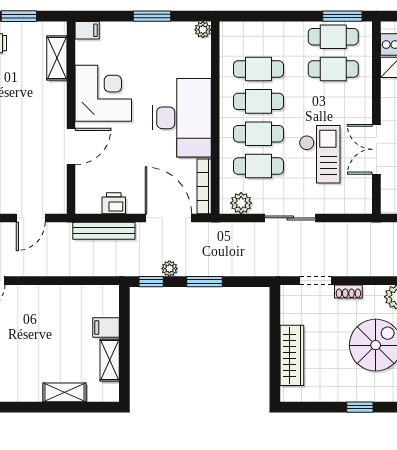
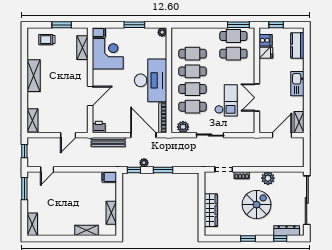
corner desk: (103, 93) -> (108, 54), moved
printer: (114, 203) -> (99, 127), moved
filing cabinet: (106, 327) -> (109, 177), moved

